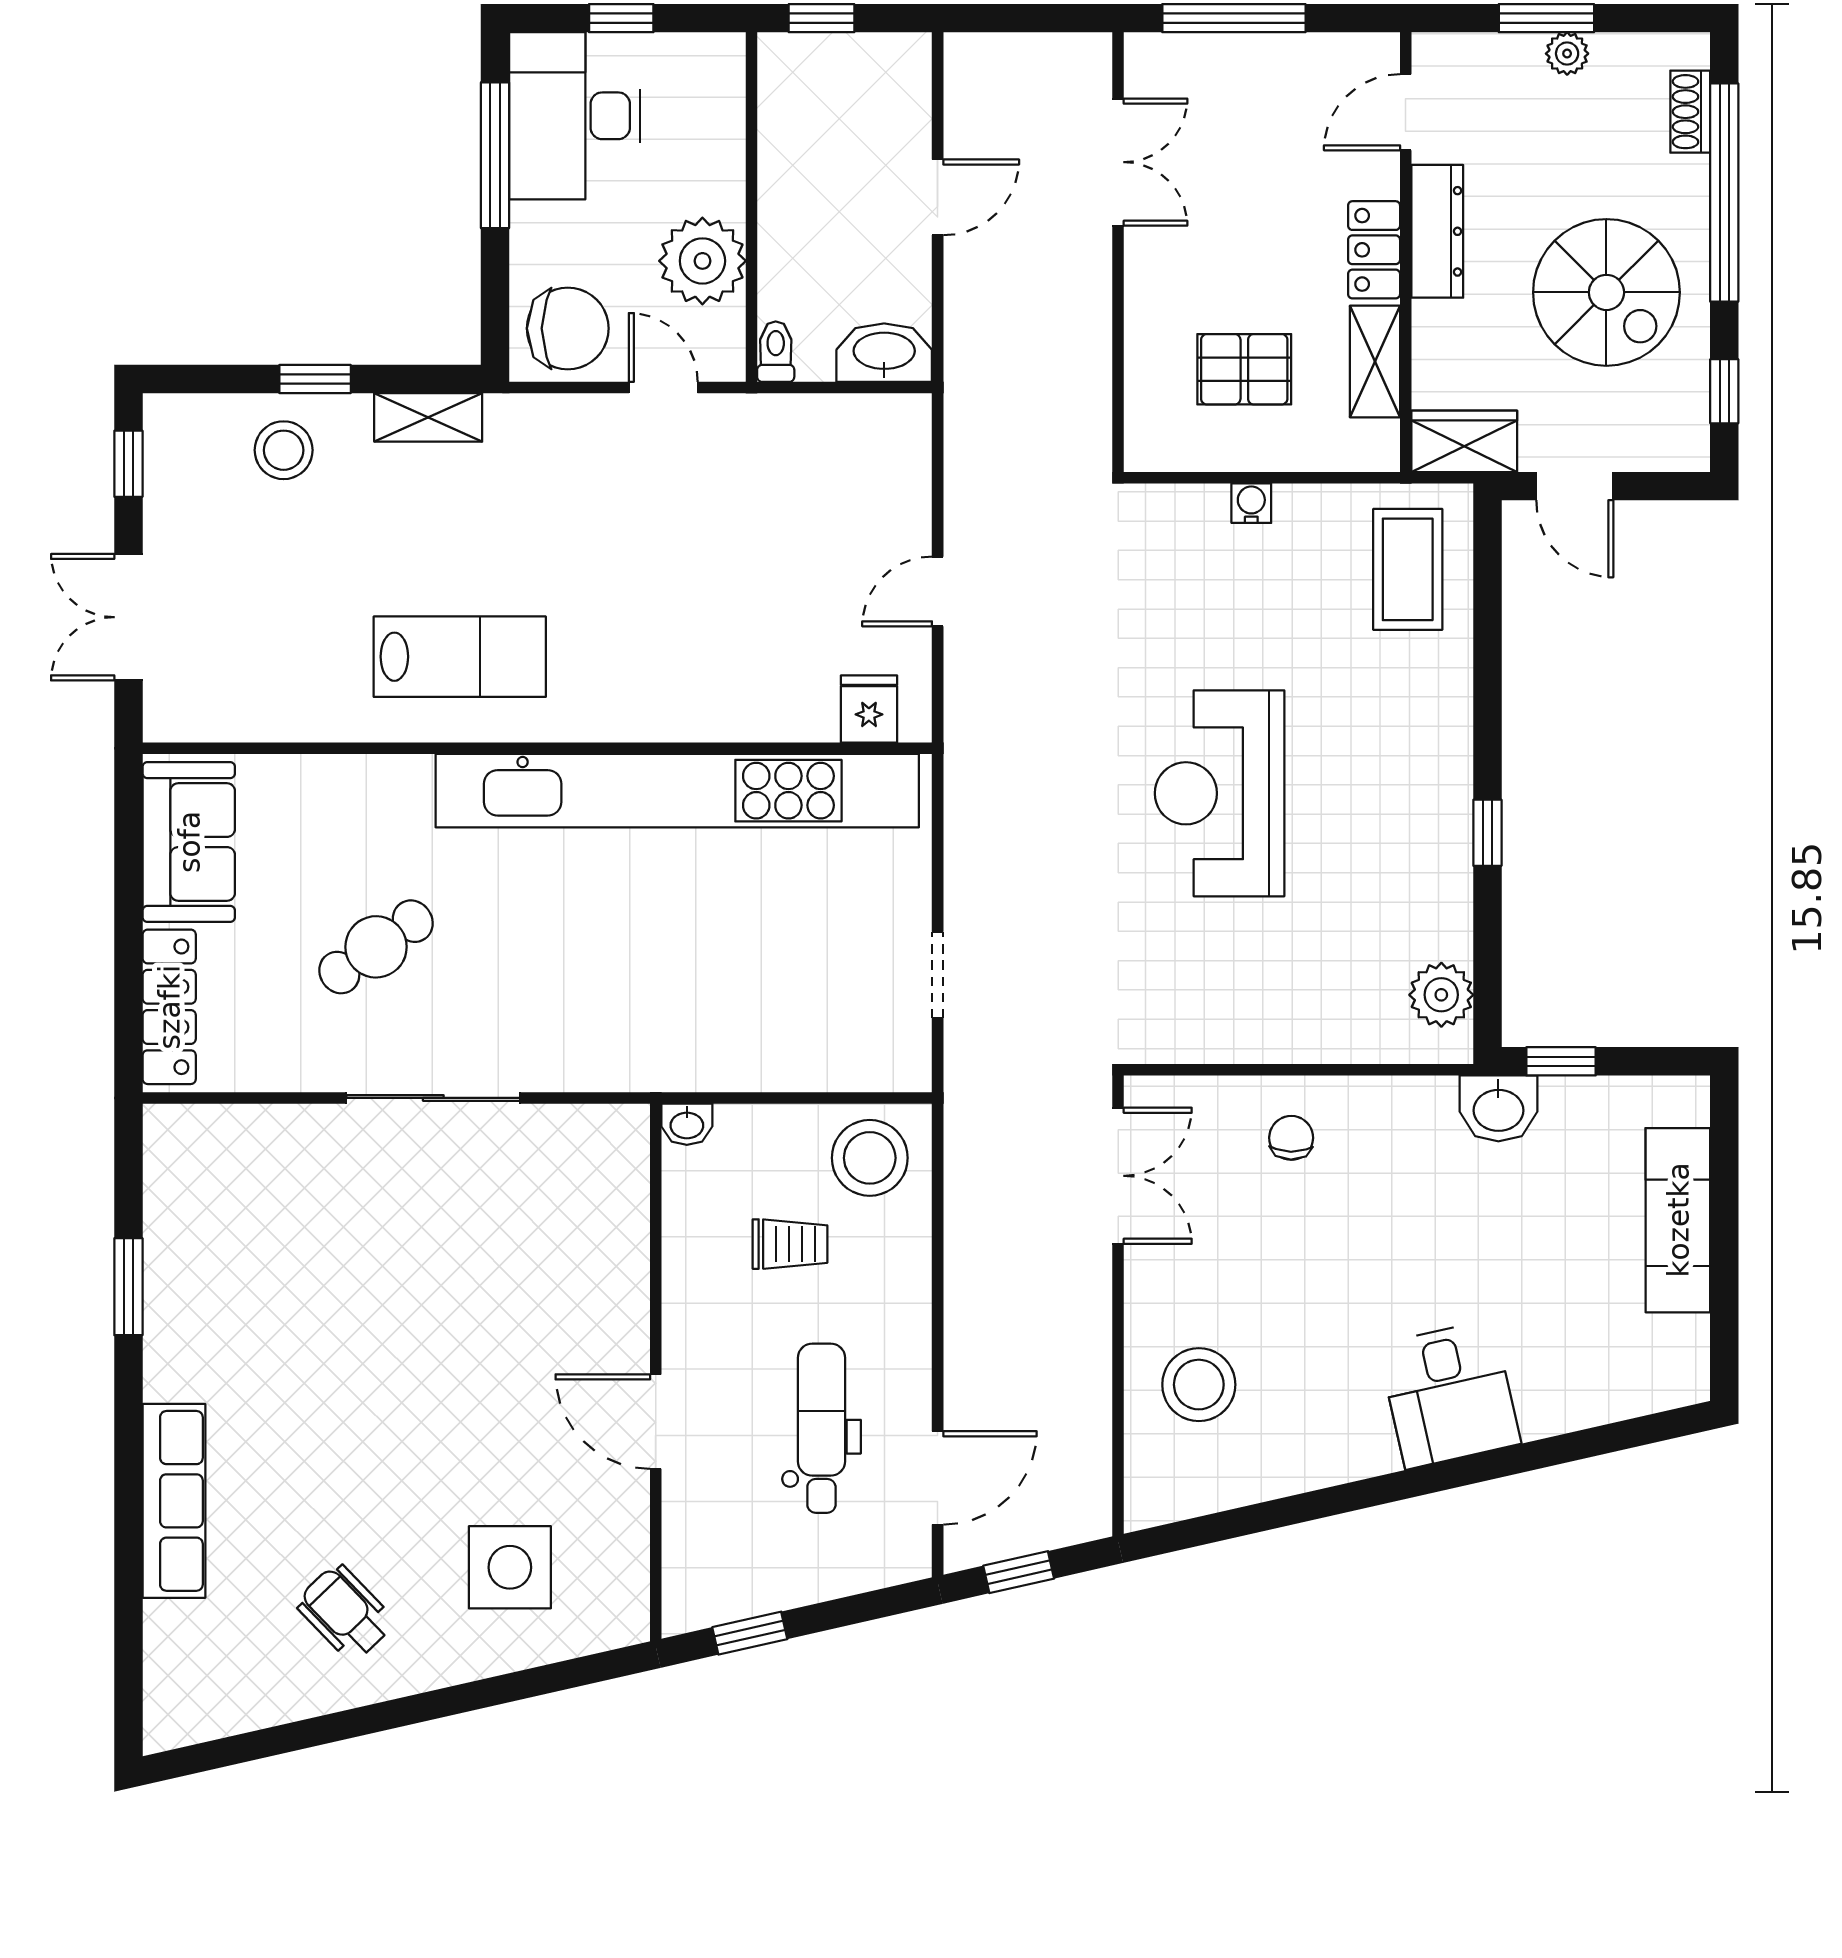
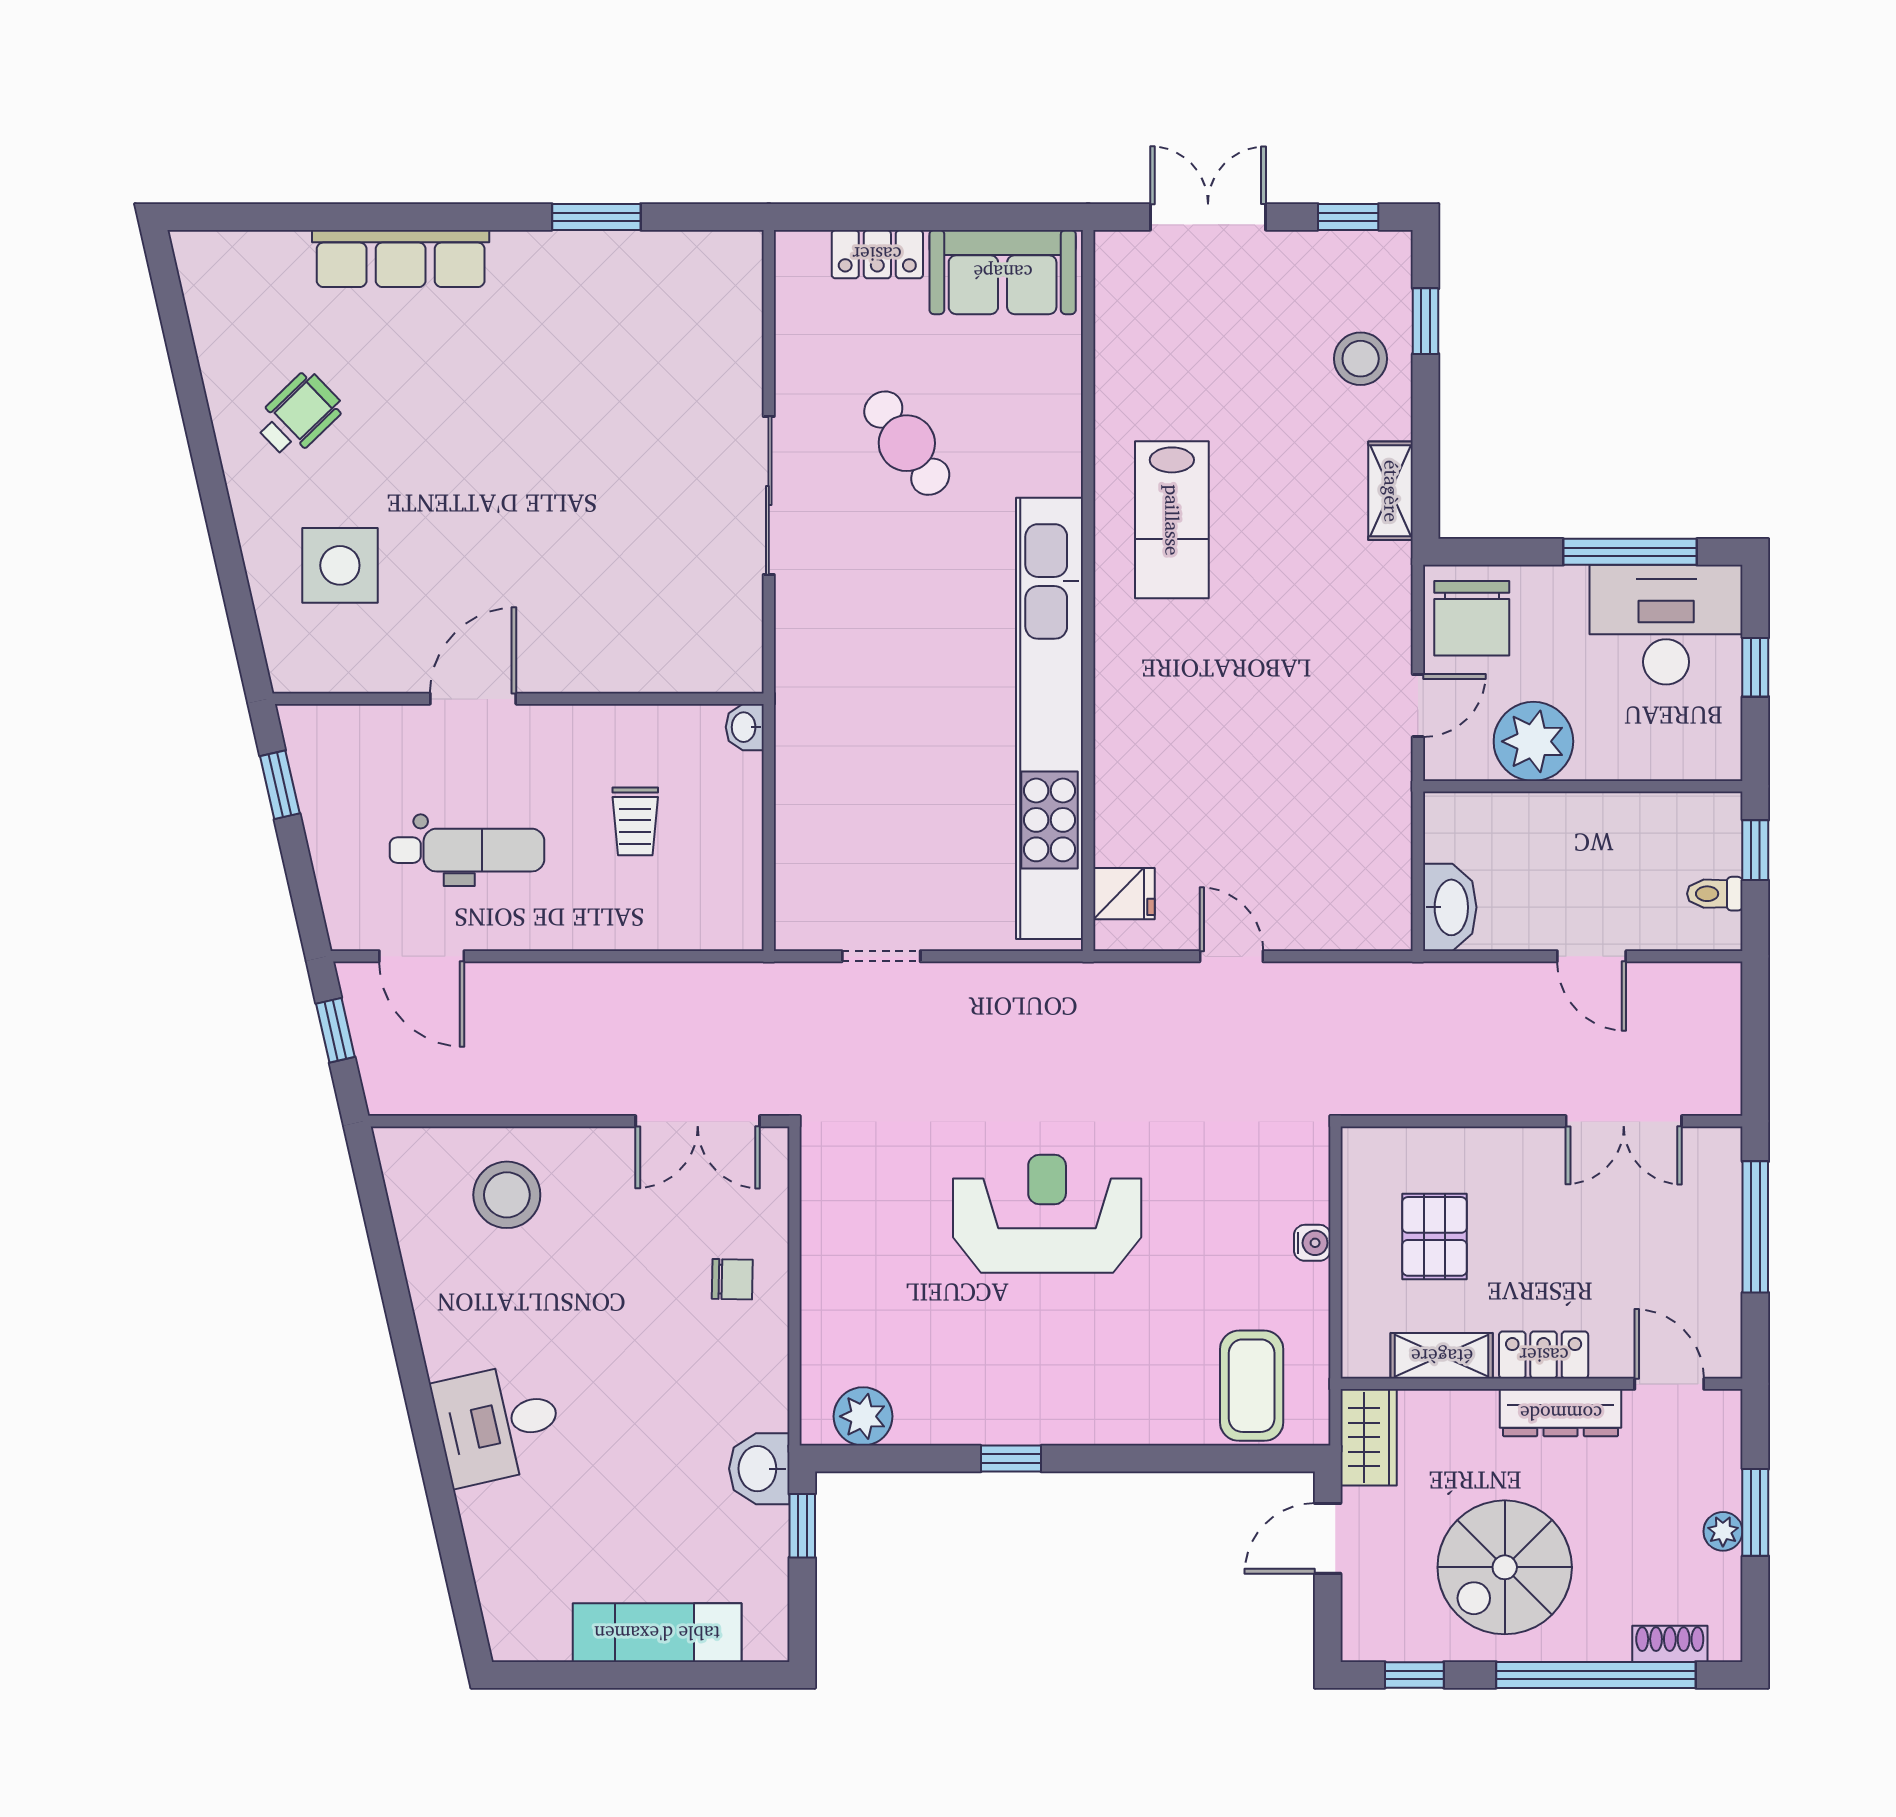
toilet: (776, 352) -> (1715, 894), moved, turned 180
window: (315, 379) -> (1426, 321), moved
coffee table: (1408, 569) -> (1252, 1386), turned 90
locker: (169, 1007) -> (877, 254), width x0.66
stool: (870, 1158) -> (714, 894), removed

